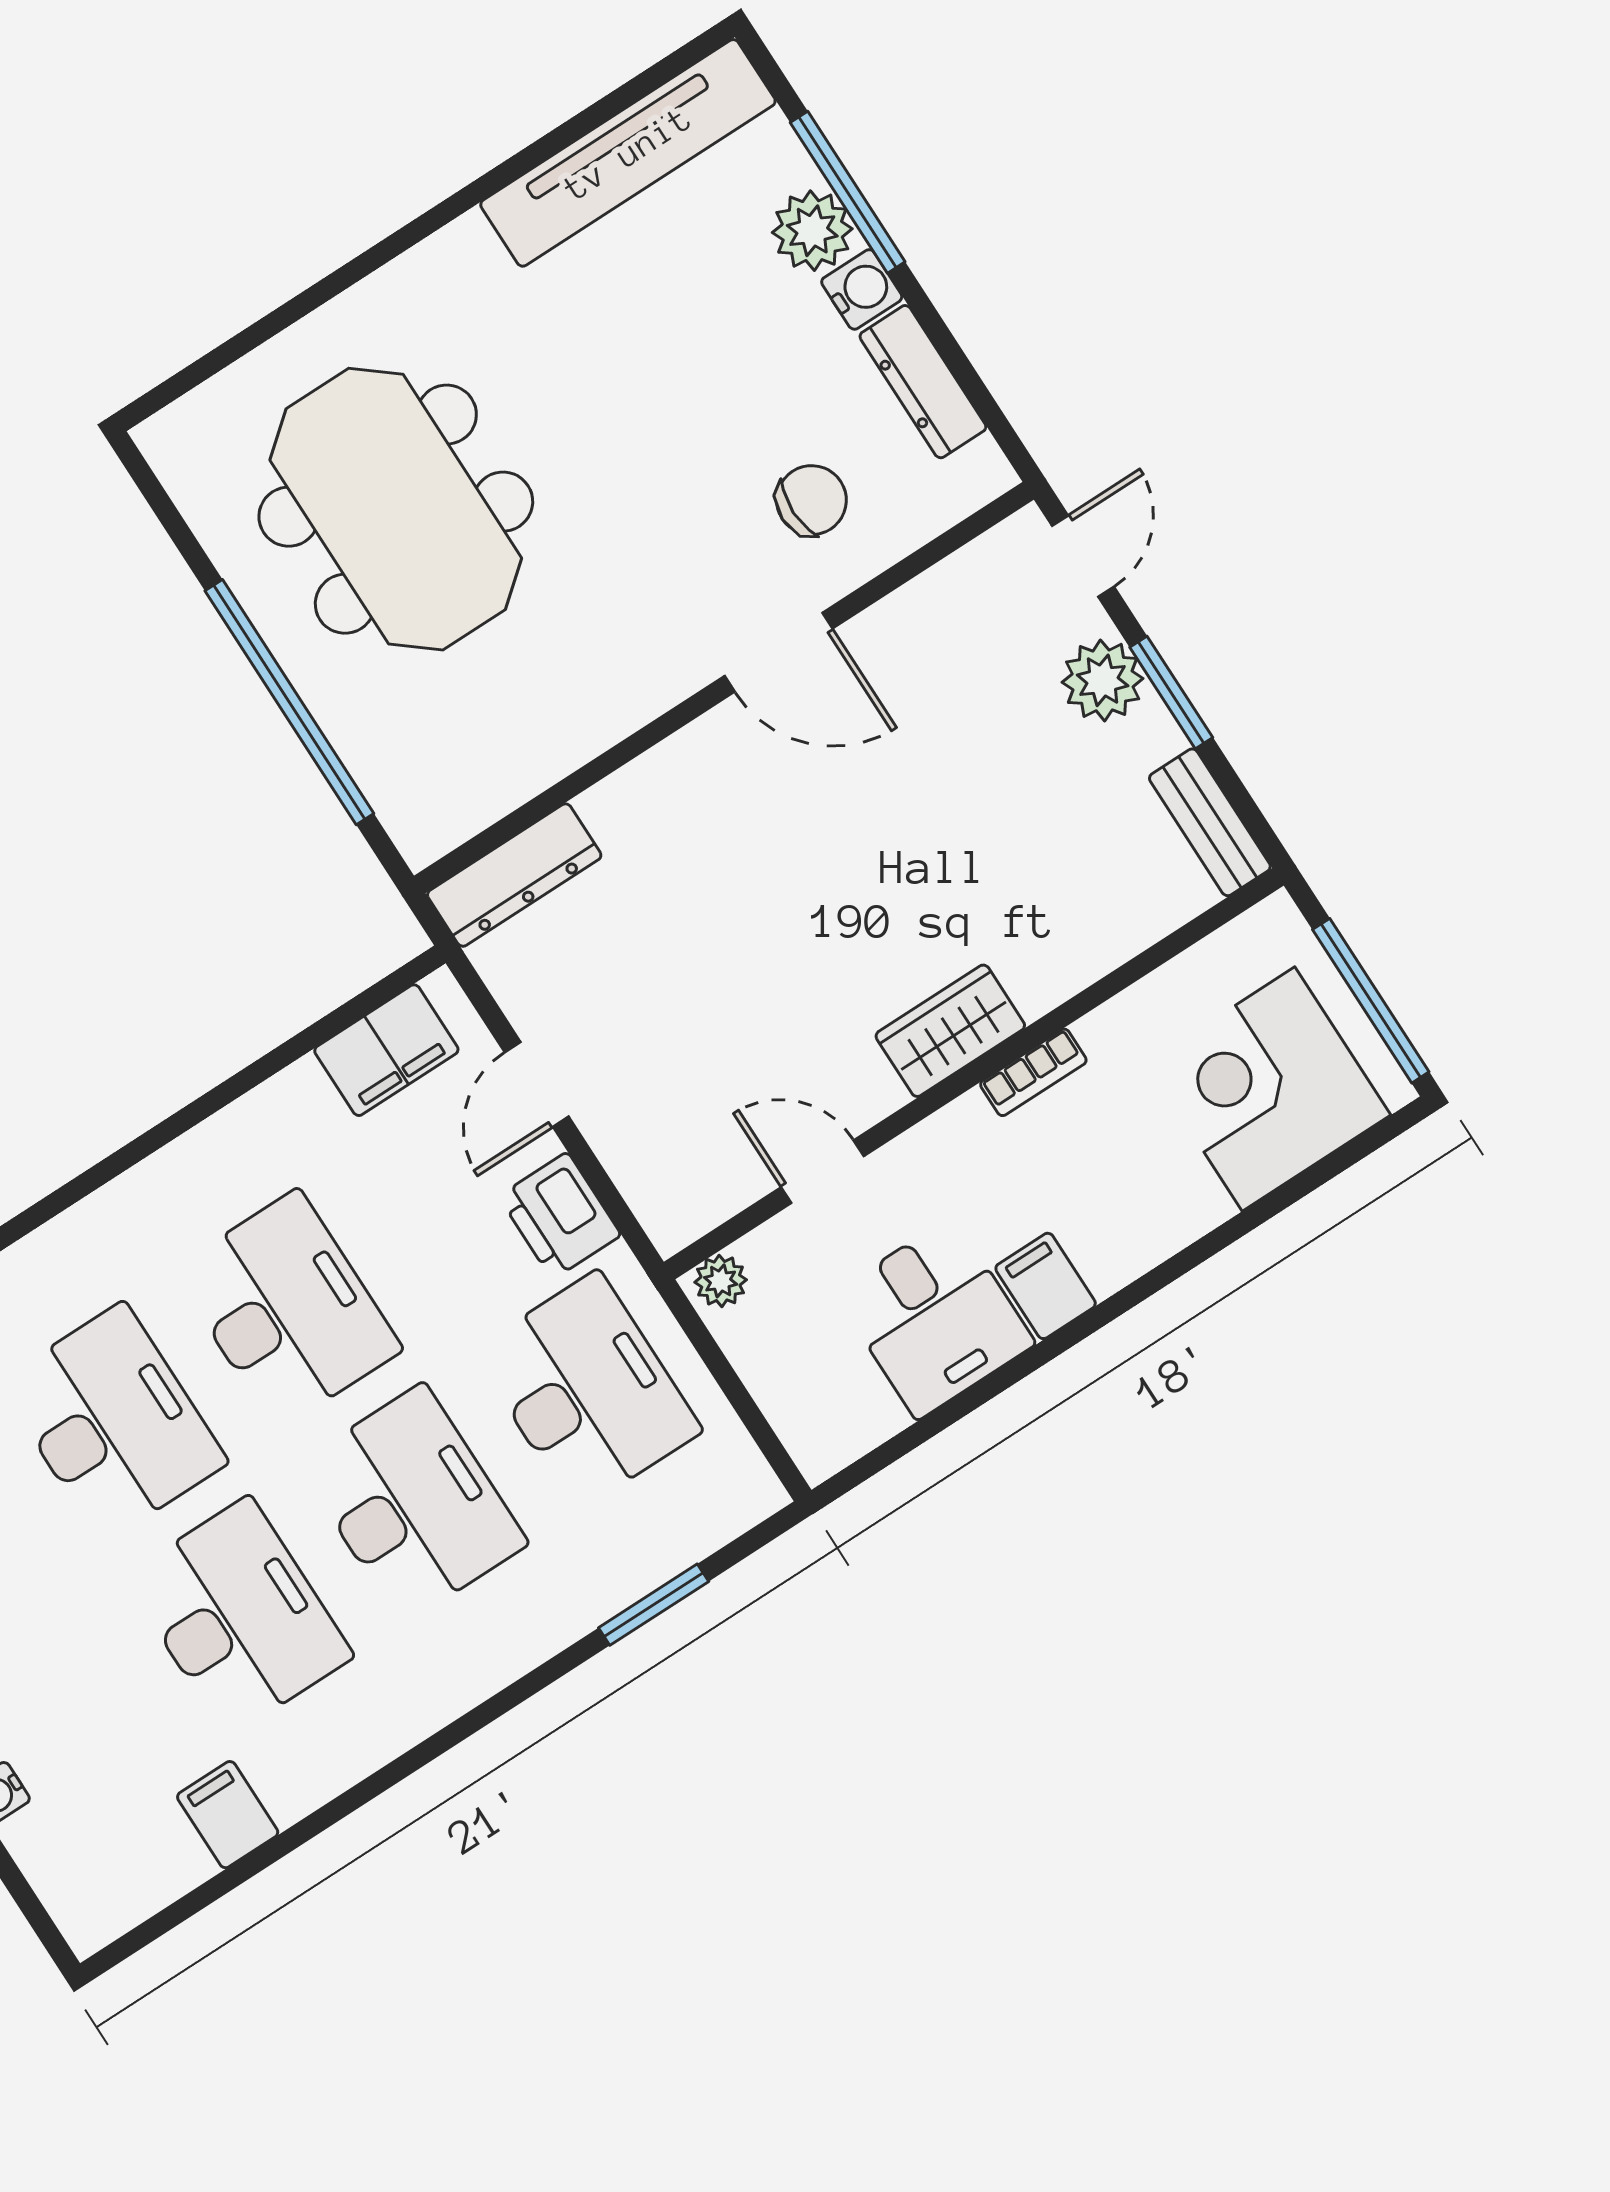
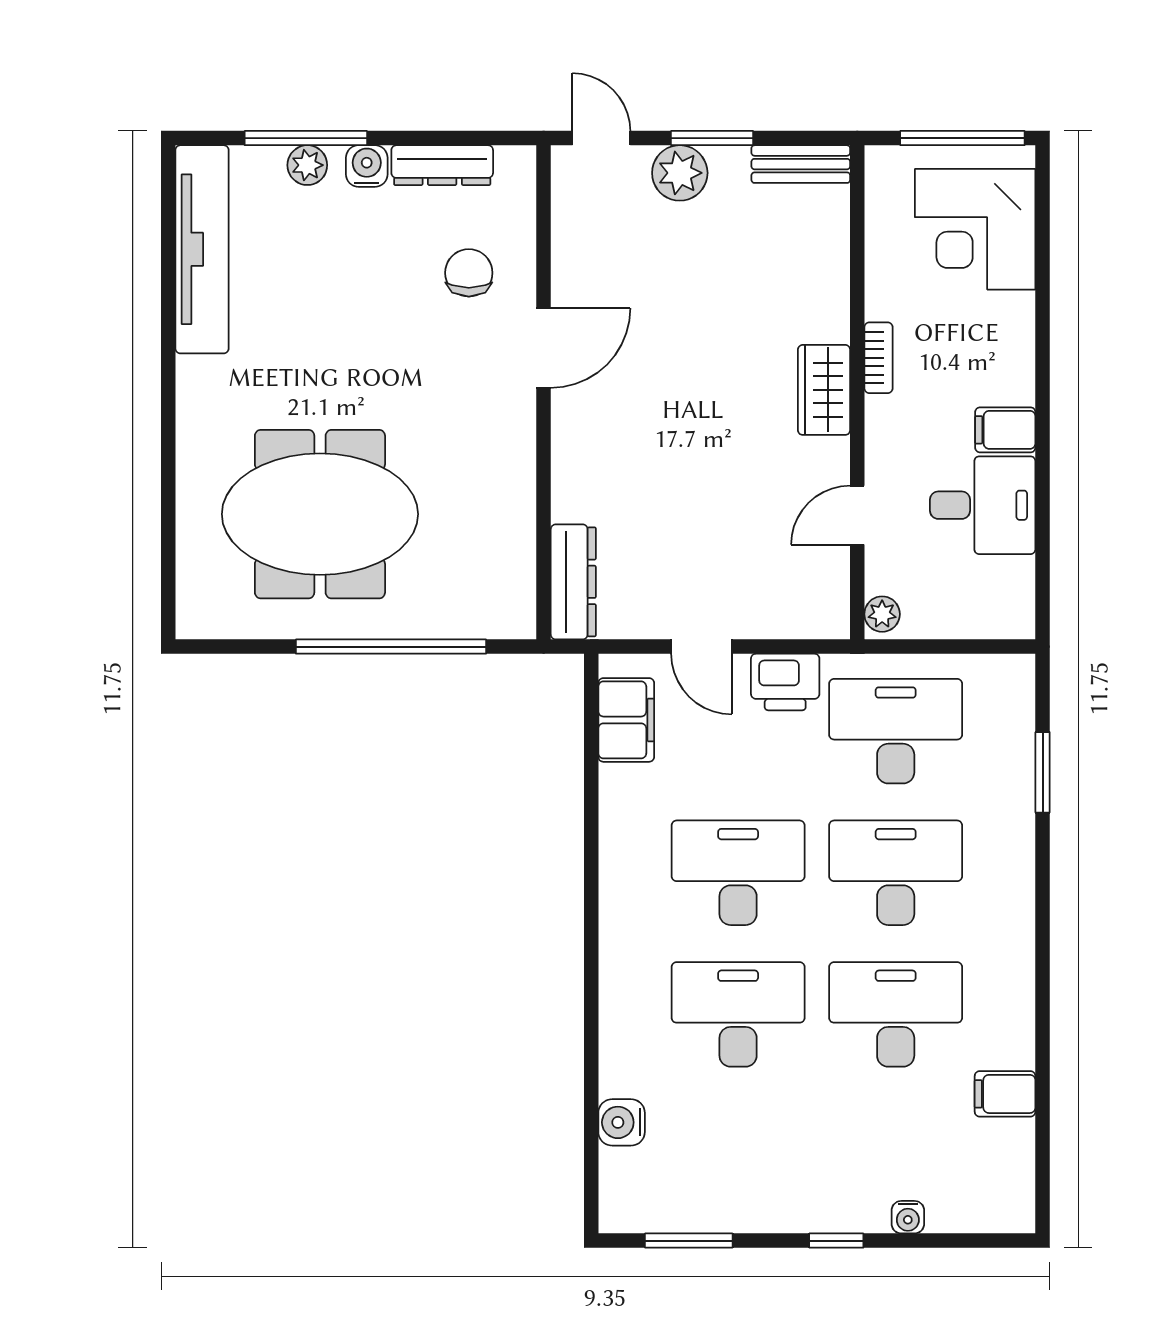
plant: (812, 231) -> (307, 165), width x0.73, depth x0.73

